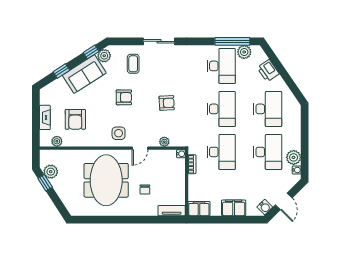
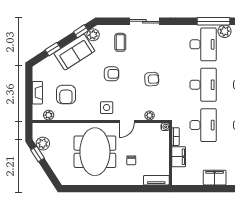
filing cabinet: (199, 209) -> (179, 157), moved, turned 90

